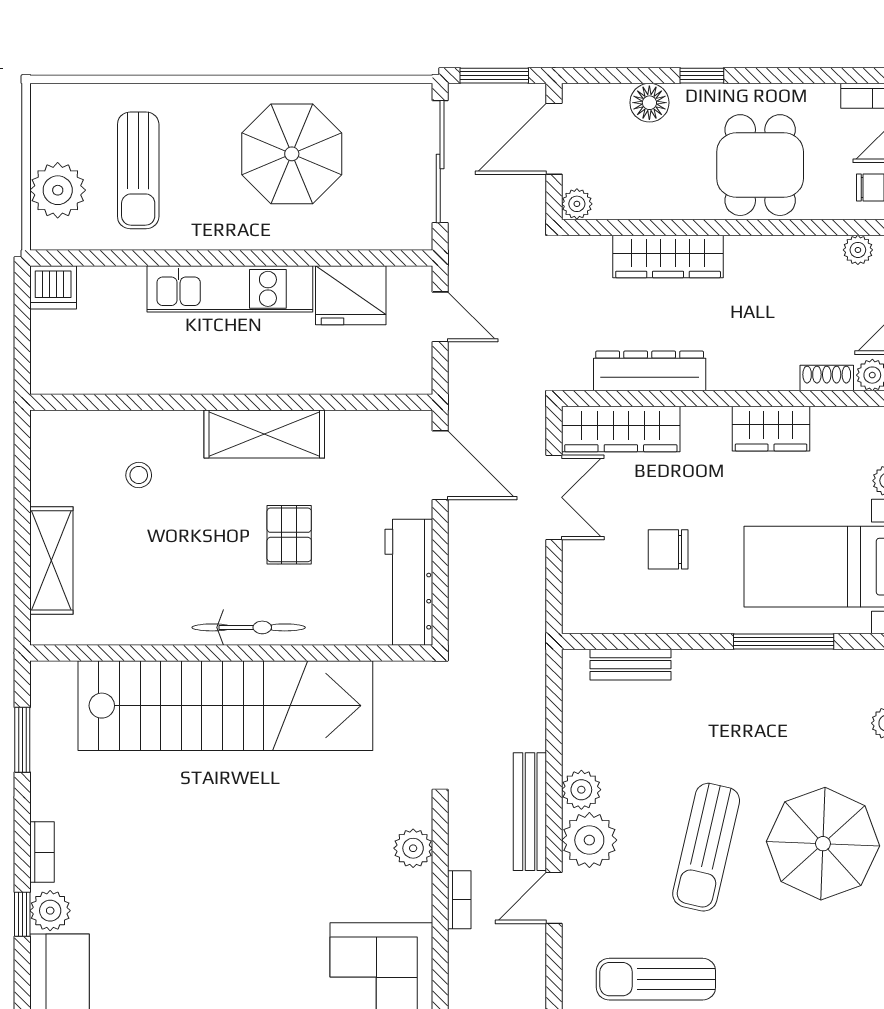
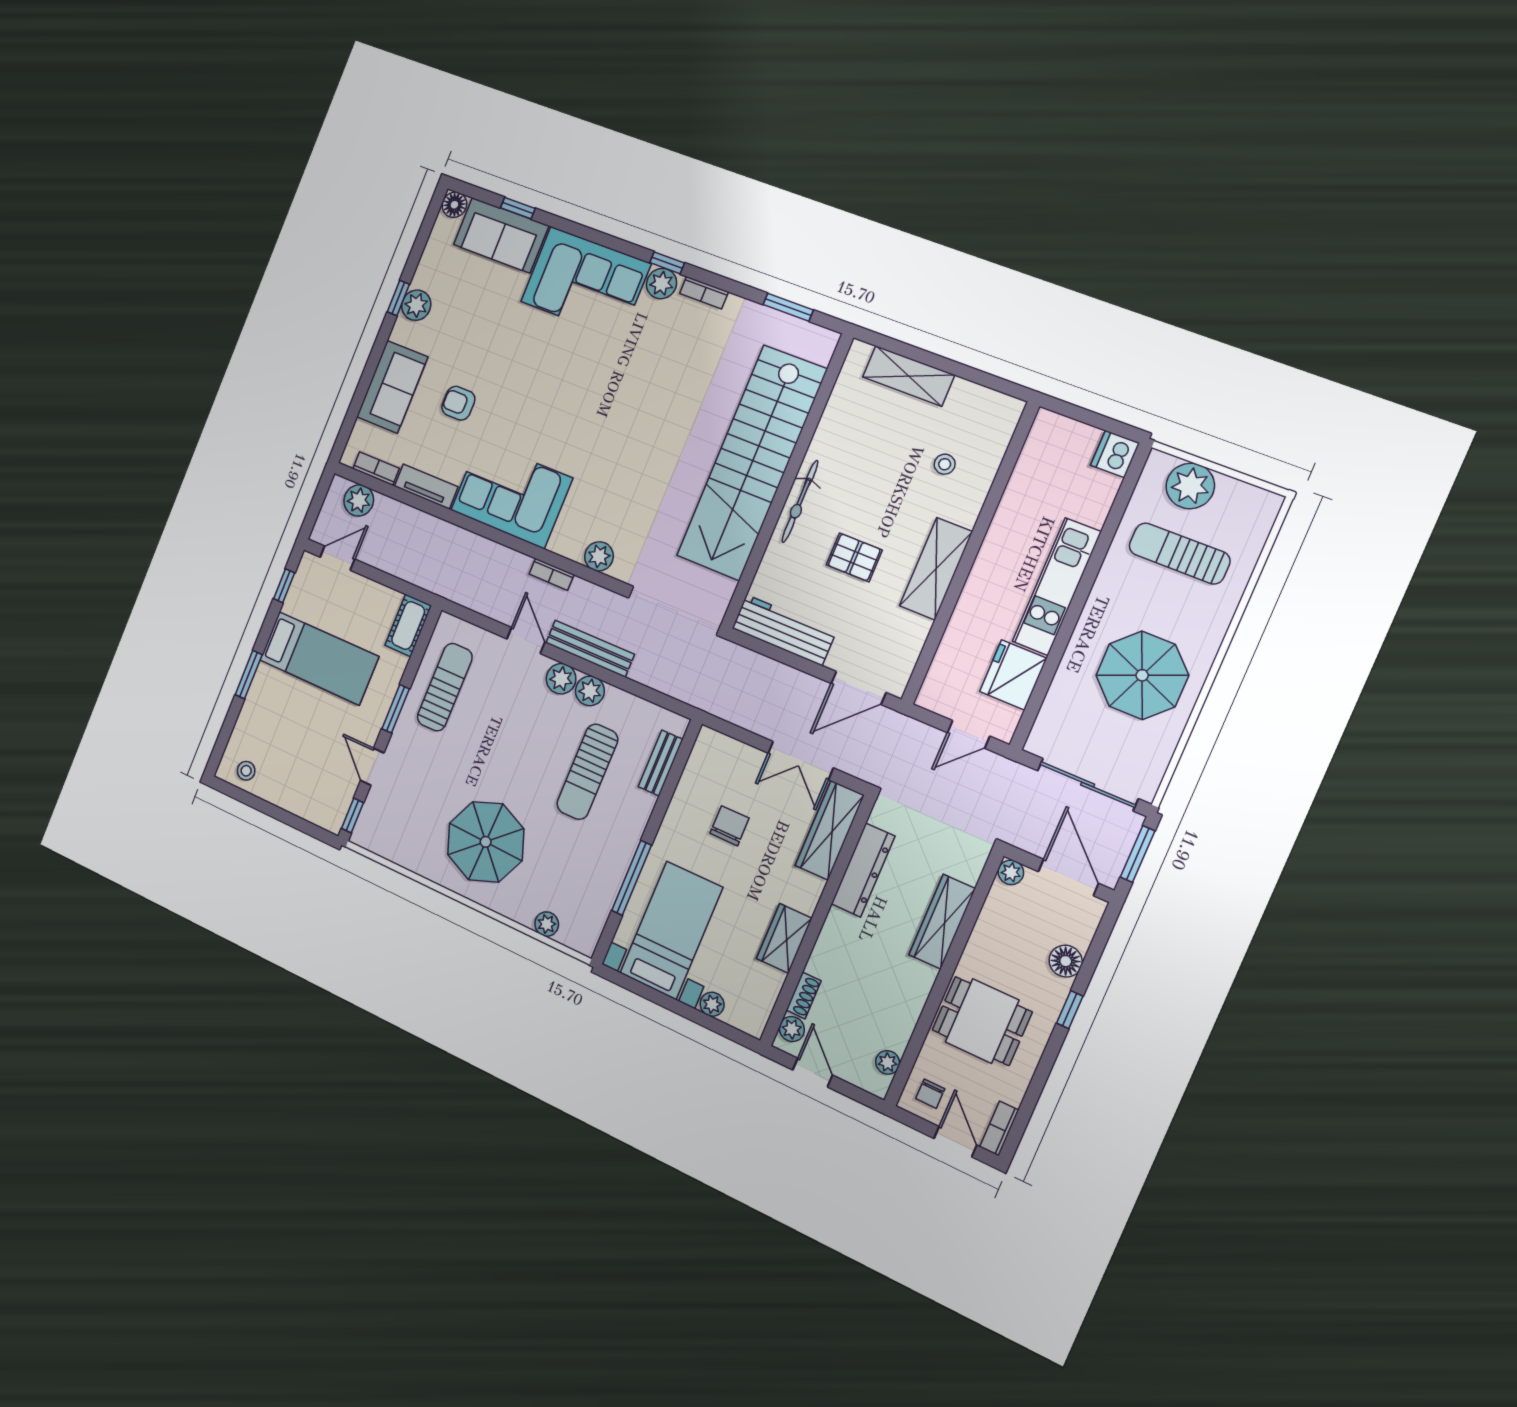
plant: (589, 840) -> (561, 679), width x0.73, depth x0.73
sun lounger: (706, 847) -> (587, 772), moved, turned -103

